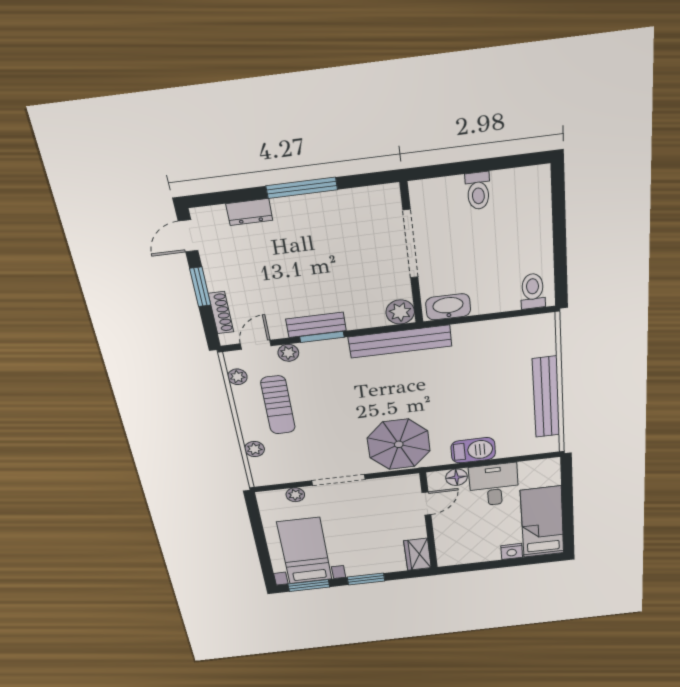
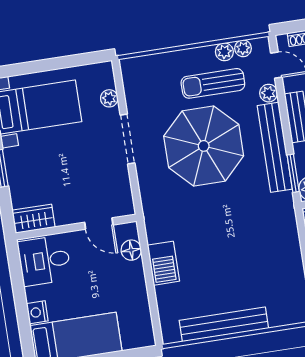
window: (322, 337) -> (293, 173), moved
bench: (400, 341) -> (275, 147), moved
parasol: (399, 444) -> (204, 146), moved, width x1.36, depth x1.36
plant: (254, 449) -> (224, 52), moved
desk: (494, 485) -> (44, 261), moved, turned 180

